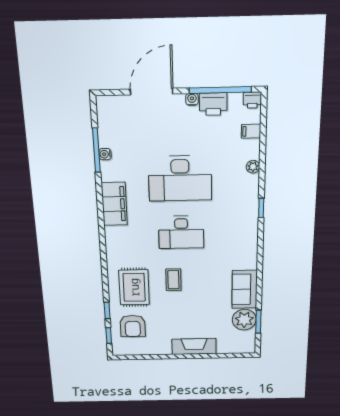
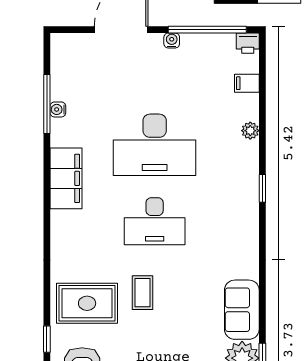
printer: (213, 104) -> (198, 47), removed
rug: (134, 287) -> (87, 303), turned 90

